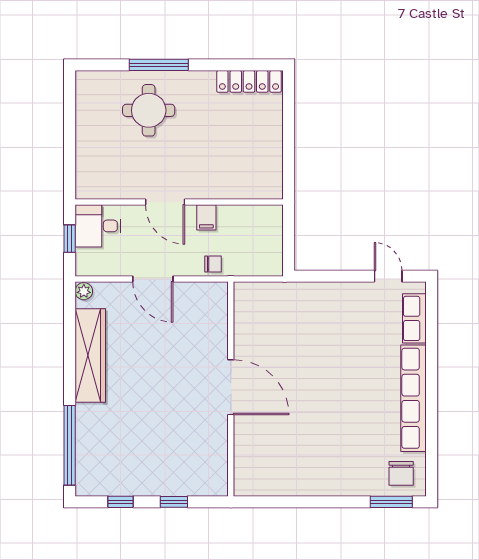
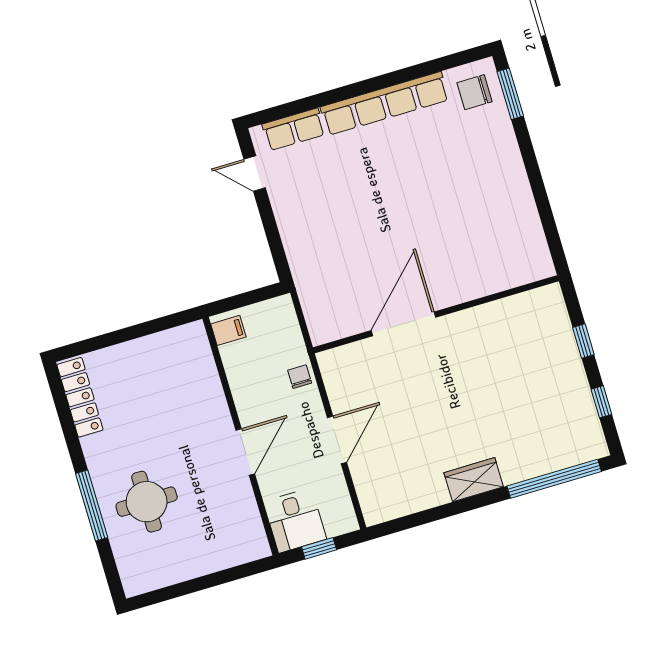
filing cabinet: (206, 217) -> (228, 330), moved
door: (388, 276) -> (255, 174), hinge flipped
plant: (84, 291) -> (374, 515), removed
wardrobe: (90, 355) -> (474, 480), width x0.48, depth x0.85
door: (231, 387) -> (403, 324), moved
chair: (401, 473) -> (474, 92), turned 180

